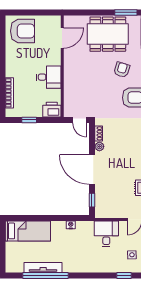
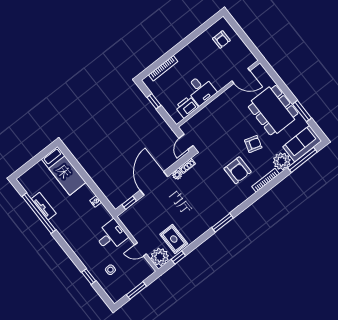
armchair: (23, 31) -> (221, 40), width x0.53, depth x0.53
printer: (52, 110) -> (187, 107), moved, turned -90
tv unit: (43, 267) -> (44, 206), width x0.71

